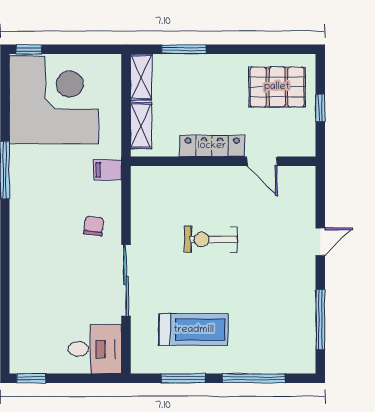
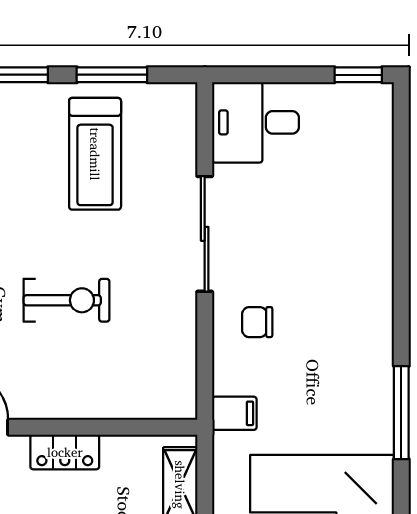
locker: (212, 146) -> (65, 452), width x0.66
chair: (94, 226) -> (257, 322), turned 83
treadmill: (194, 330) -> (95, 154), turned -90

